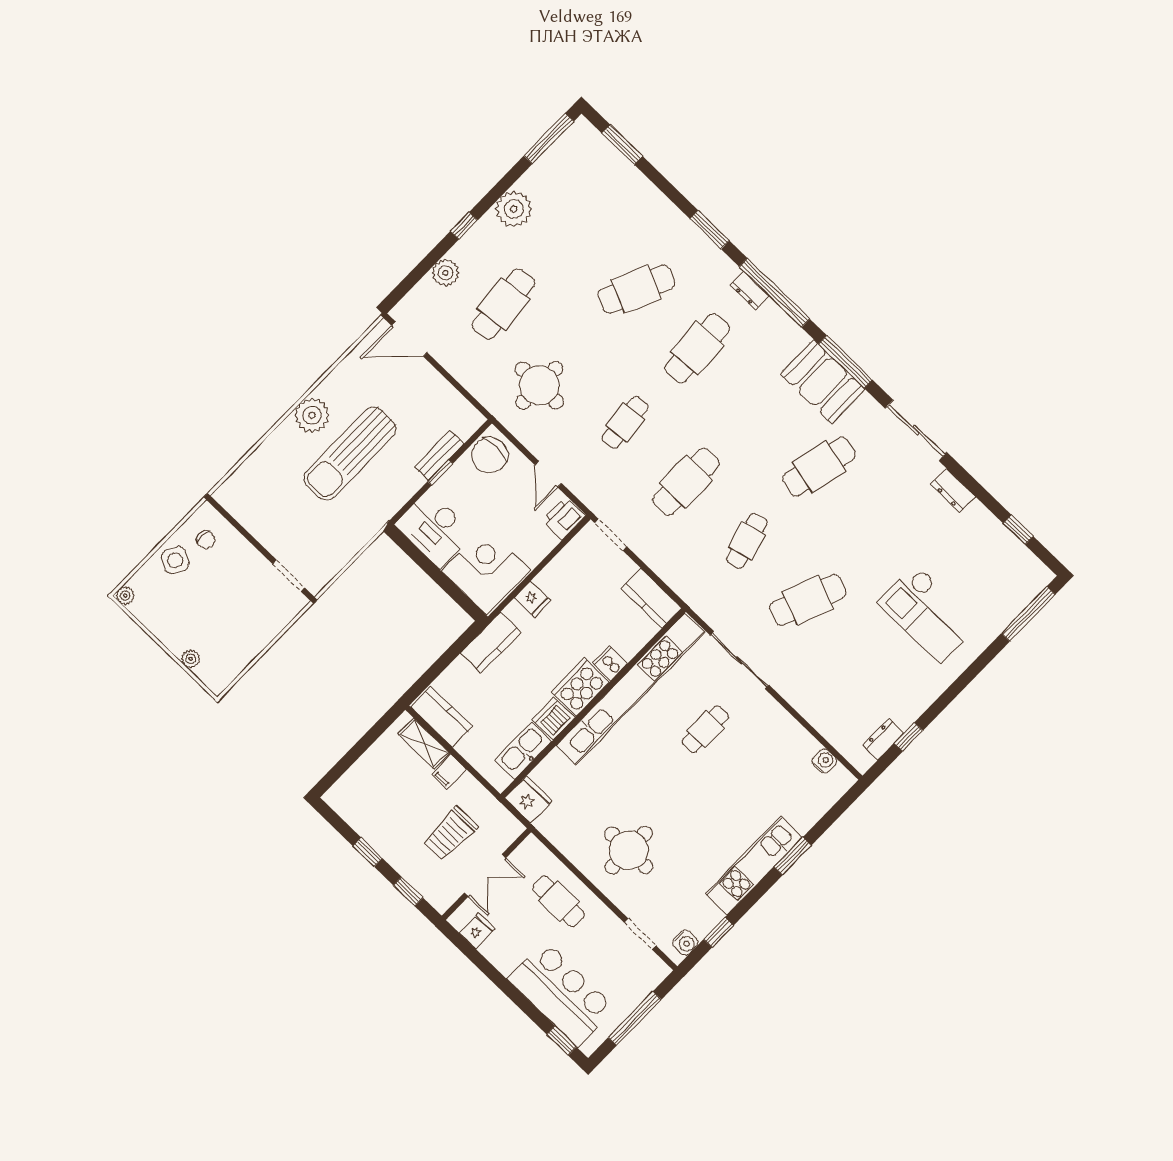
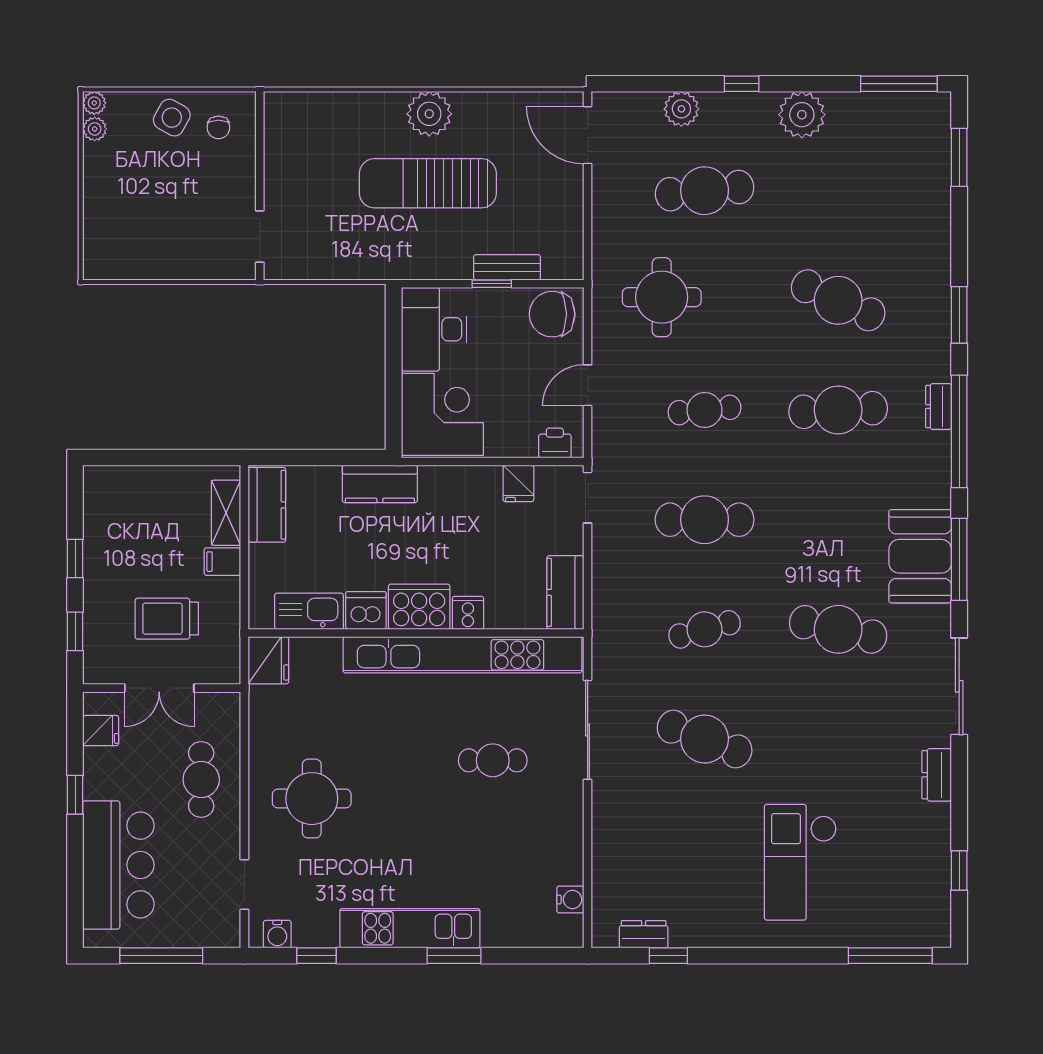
printer: (564, 518) -> (555, 443), width x0.73, depth x0.81
fridge: (533, 599) -> (518, 483), moved
plant: (191, 659) -> (95, 129), moved
window: (562, 1041) -> (75, 795), moved

